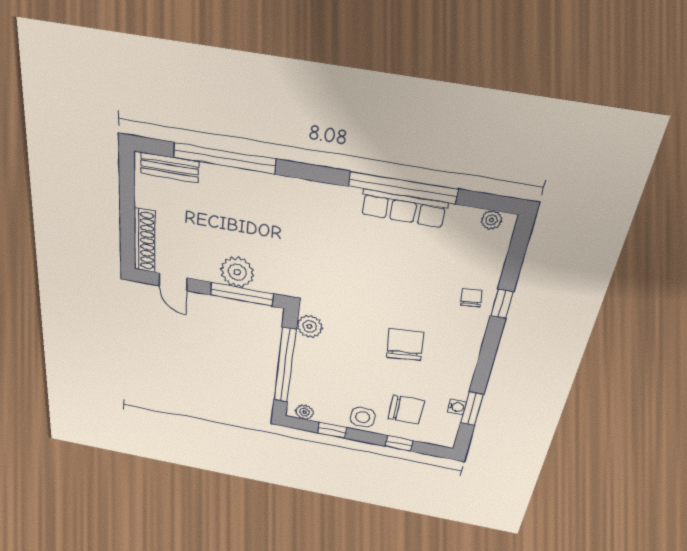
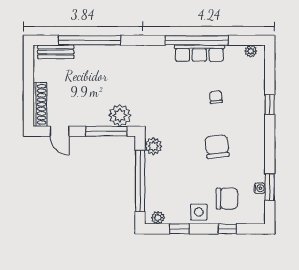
plant: (237, 272) -> (120, 115), moved
chair: (471, 298) -> (216, 97), moved

